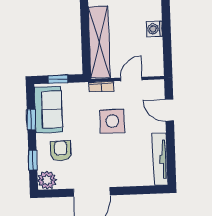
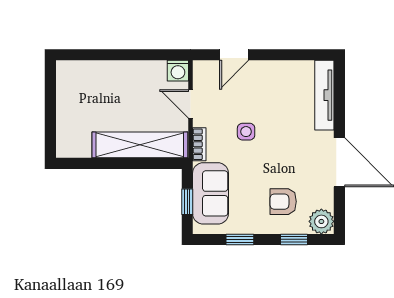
washing machine: (155, 29) -> (178, 71), moved
sofa: (48, 110) -> (210, 193), moved, turned 90
side table: (112, 121) -> (246, 132), width x0.54, depth x0.54
tv unit: (160, 159) -> (324, 95), moved, turned 90

